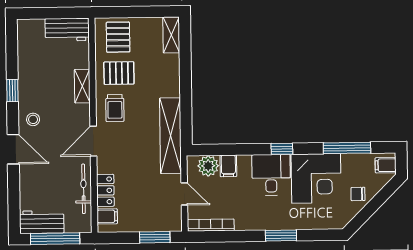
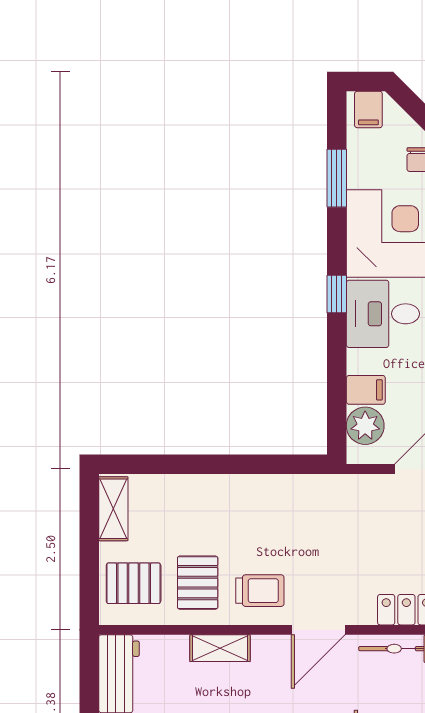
shelving: (171, 35) -> (113, 509), moved, turned 90
shelving: (170, 136) -> (311, 492), removed
door: (93, 141) -> (318, 630), hinge flipped
window: (347, 148) -> (337, 178), width x0.69

